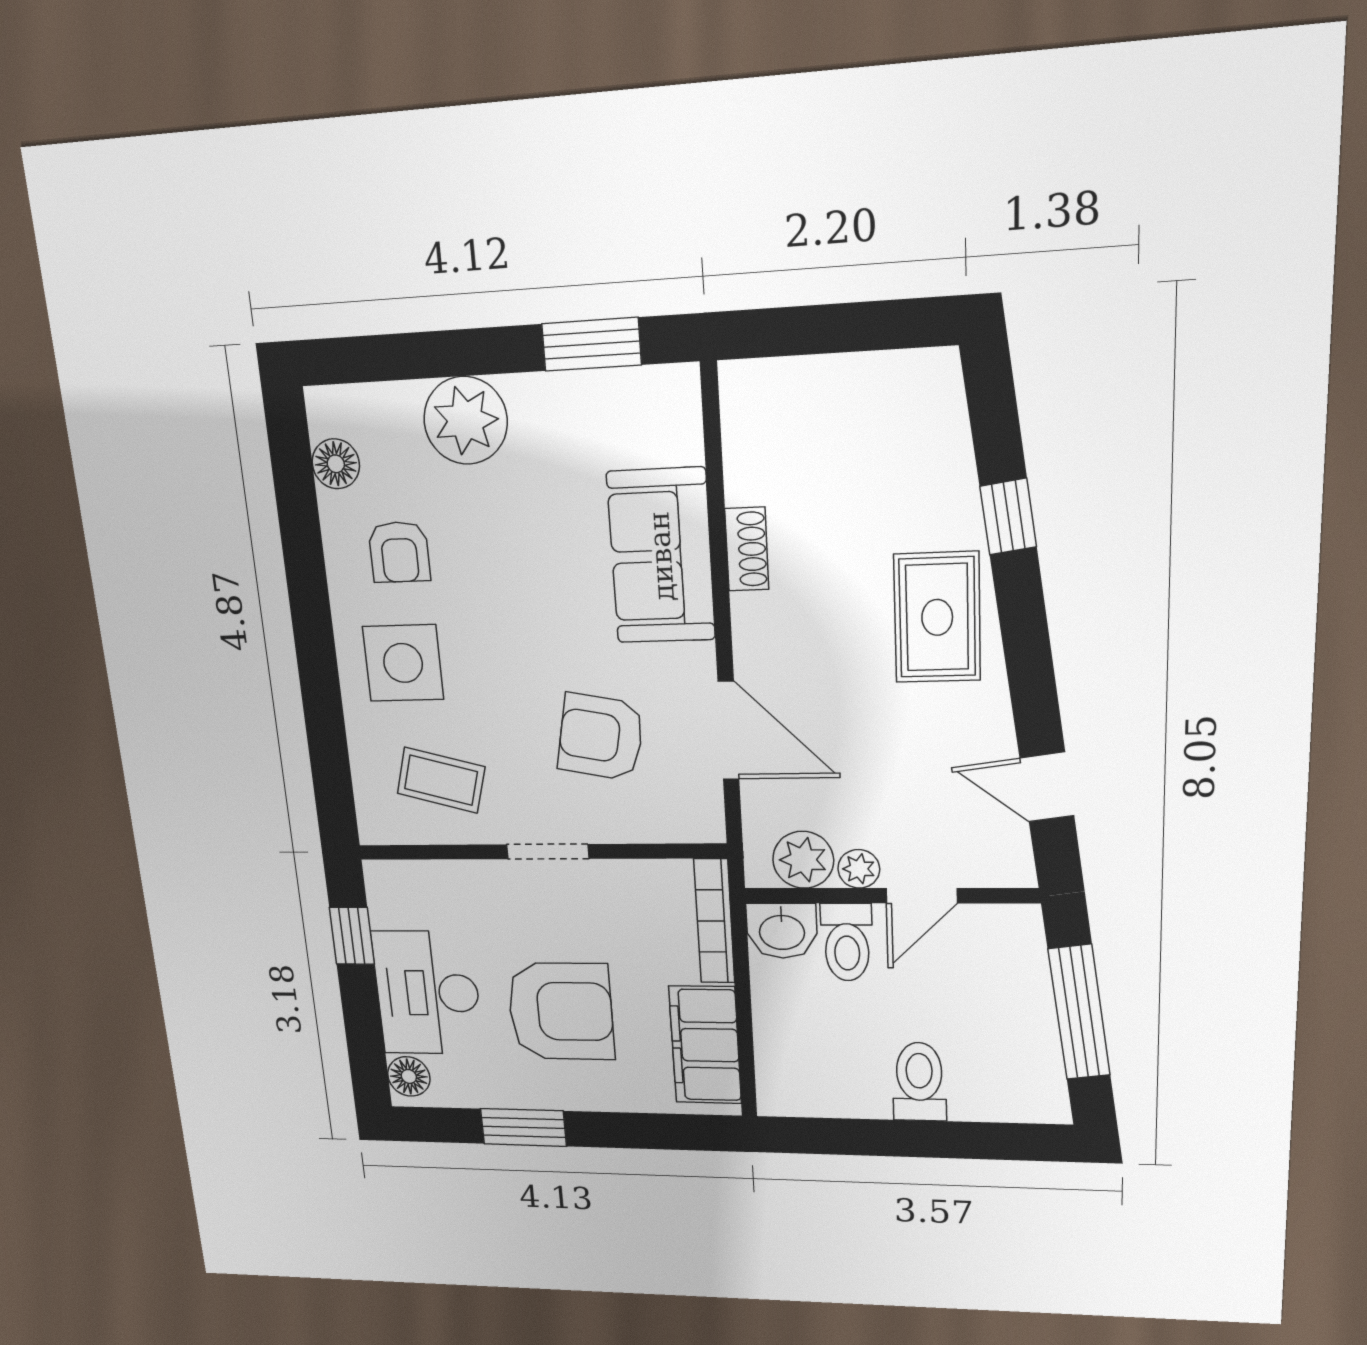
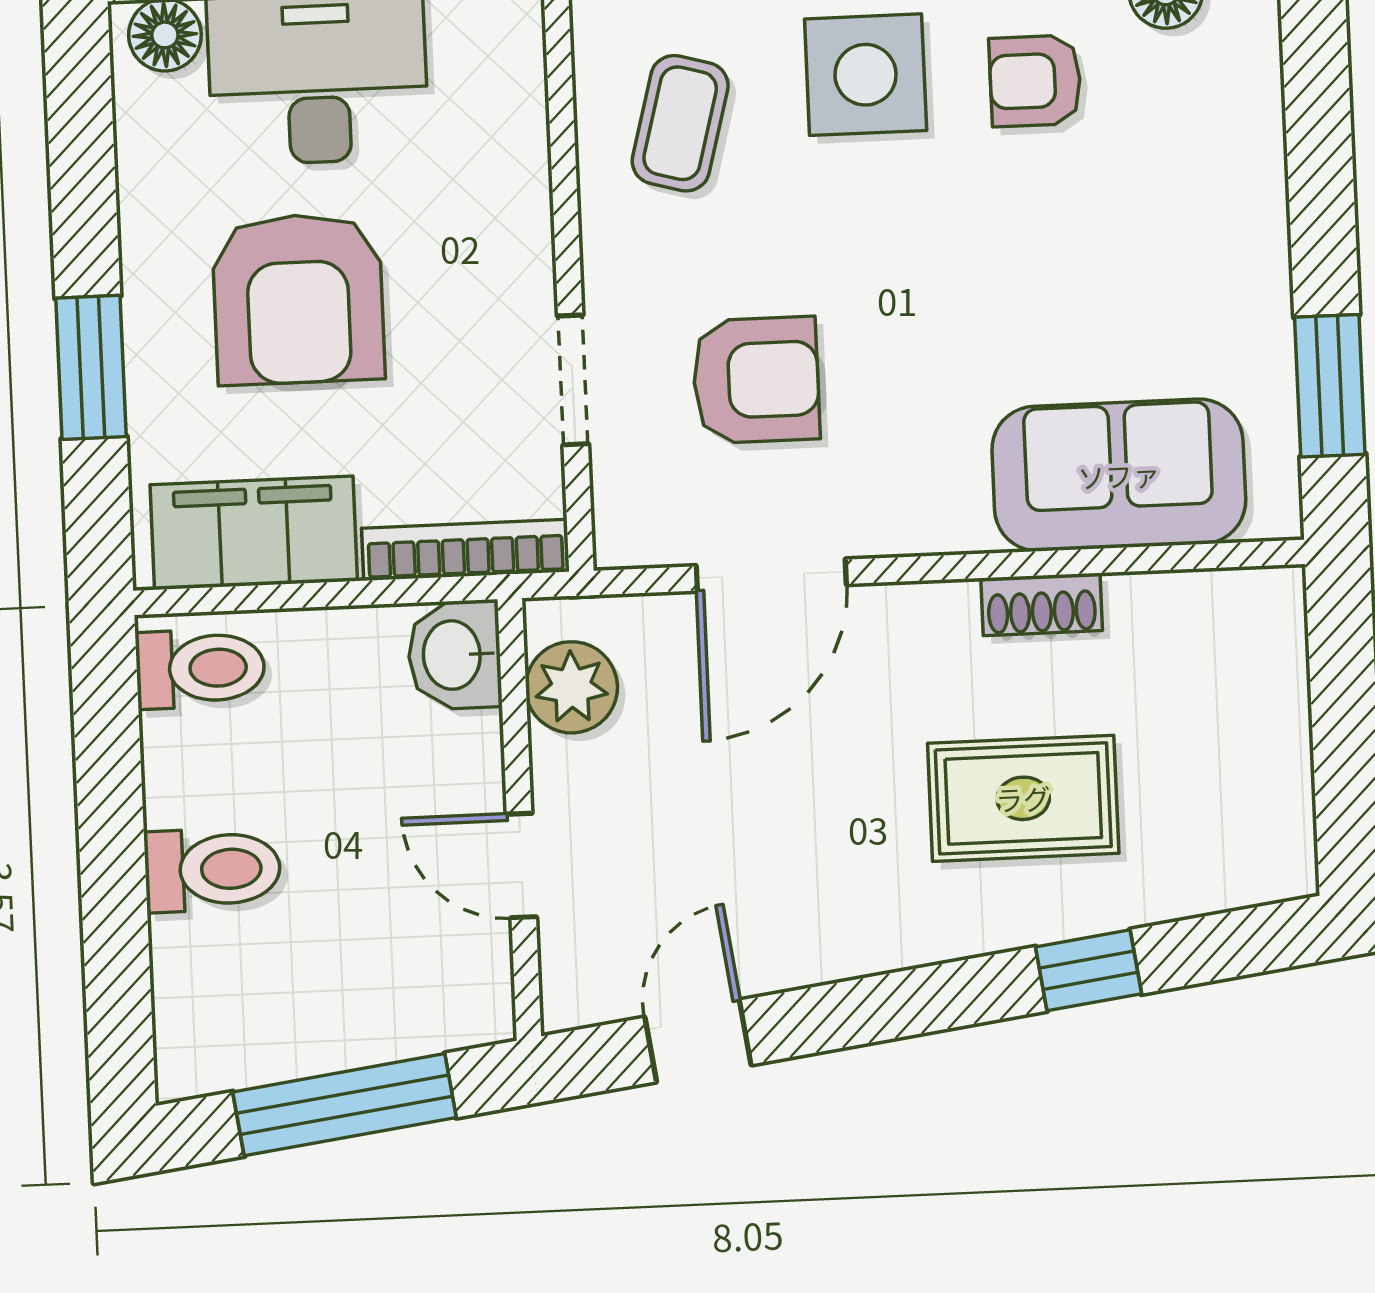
plant: (466, 420) -> (1227, 195), removed
sofa: (661, 556) -> (1119, 475), moved
rug: (937, 617) -> (1023, 798), moved
armchair: (601, 737) -> (756, 380), turned 79
doorway: (548, 852) -> (573, 380), moved
plant: (859, 869) -> (560, 771), removed
toilet: (847, 942) -> (200, 668), moved, turned 180
window: (523, 1127) -> (91, 367), moved

